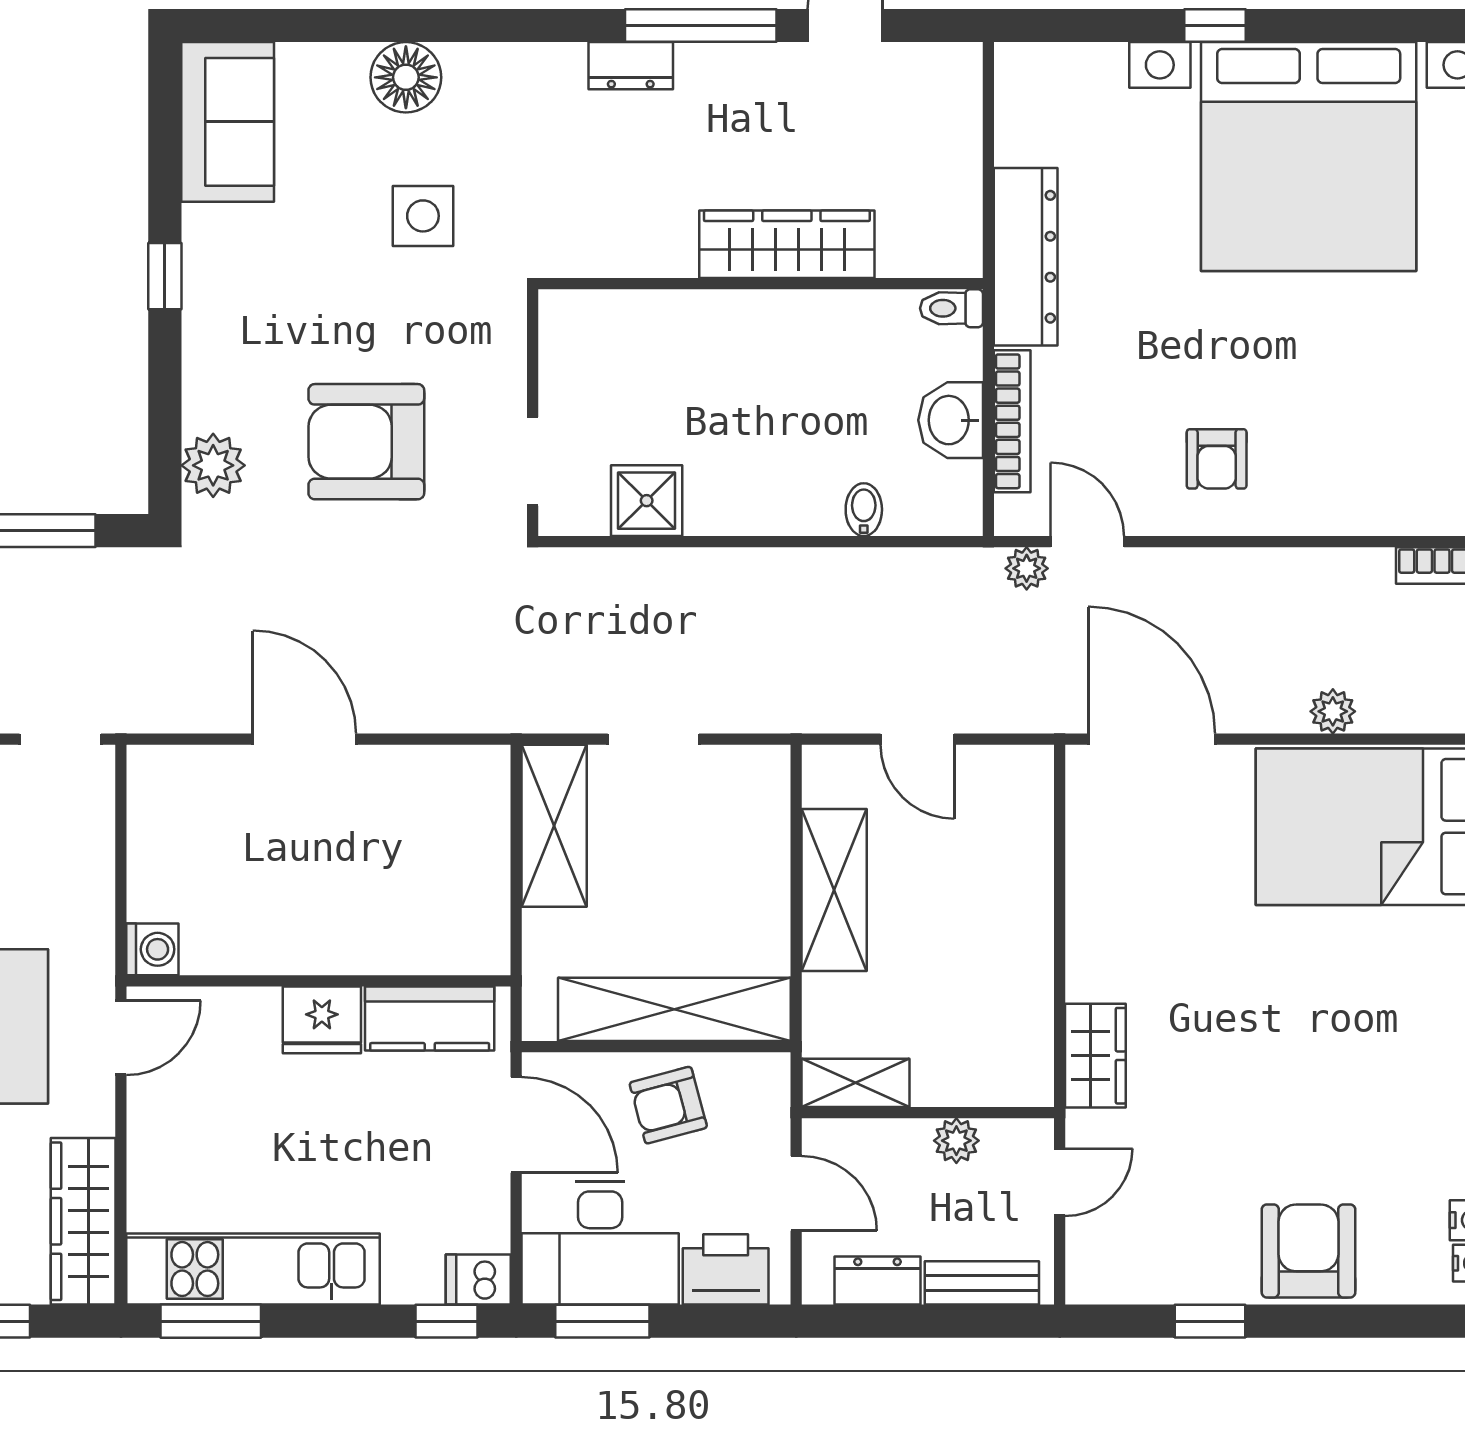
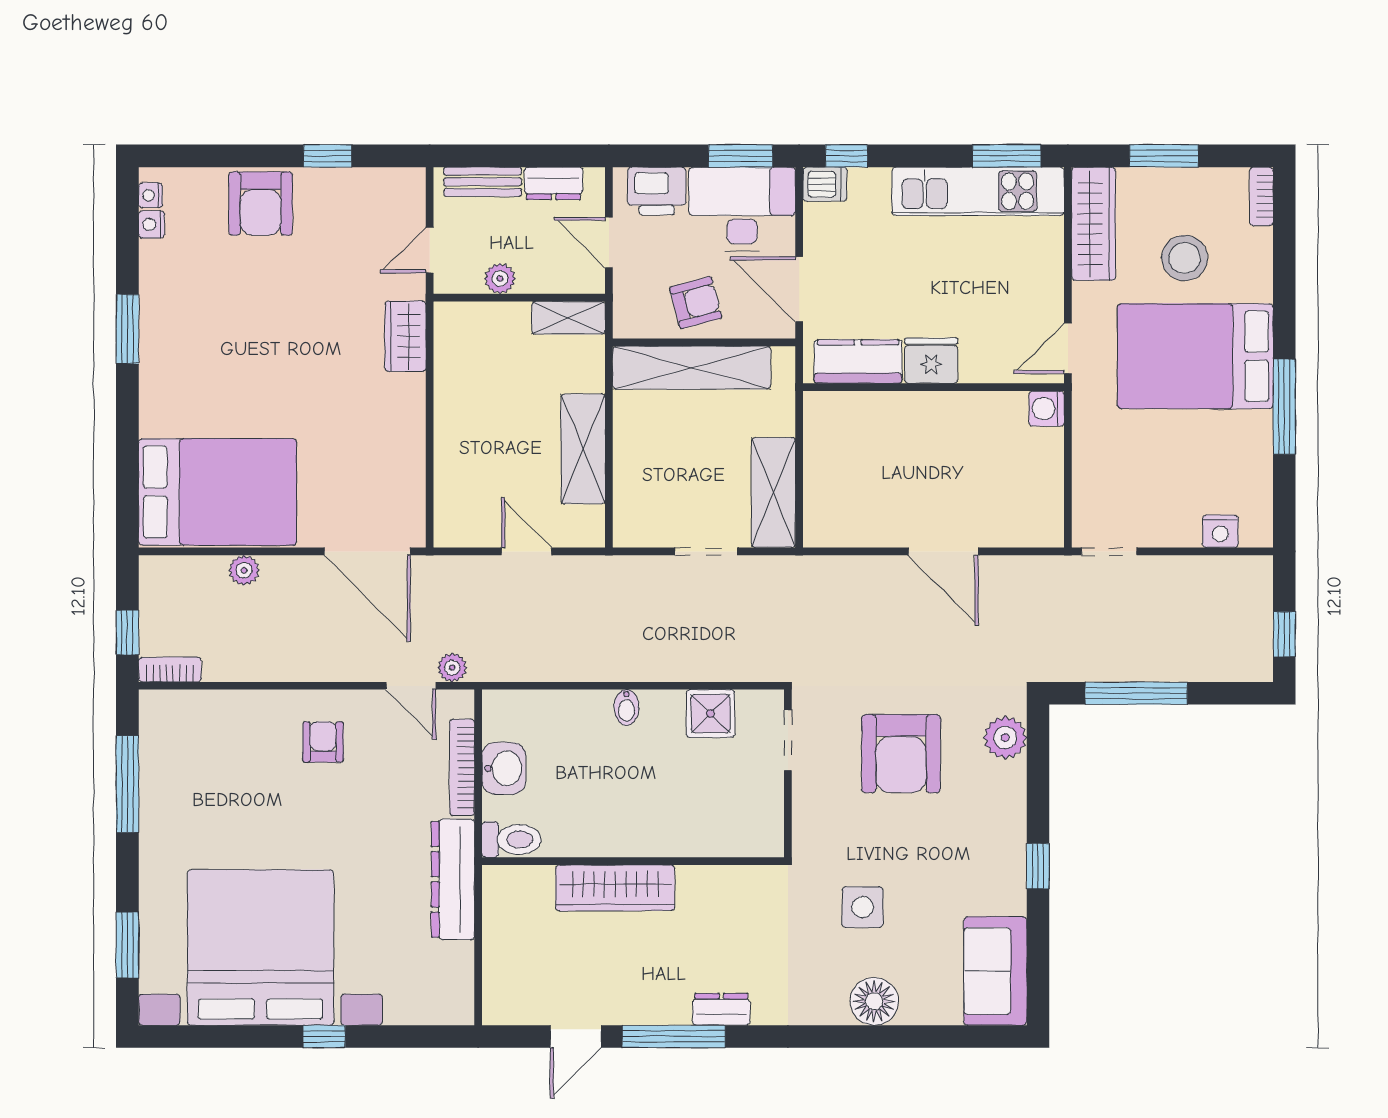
toilet: (952, 308) -> (511, 839), width x1.37, depth x1.39
armchair: (366, 442) -> (901, 754), turned 90
bidet: (864, 510) -> (626, 707), moved

